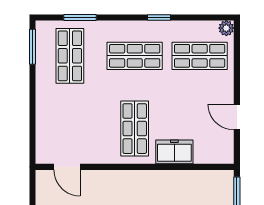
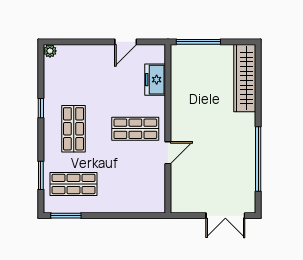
shop shelf: (200, 56) -> (74, 74), removed
freezer: (174, 152) -> (155, 80), moved
door: (67, 167) -> (168, 153), moved

